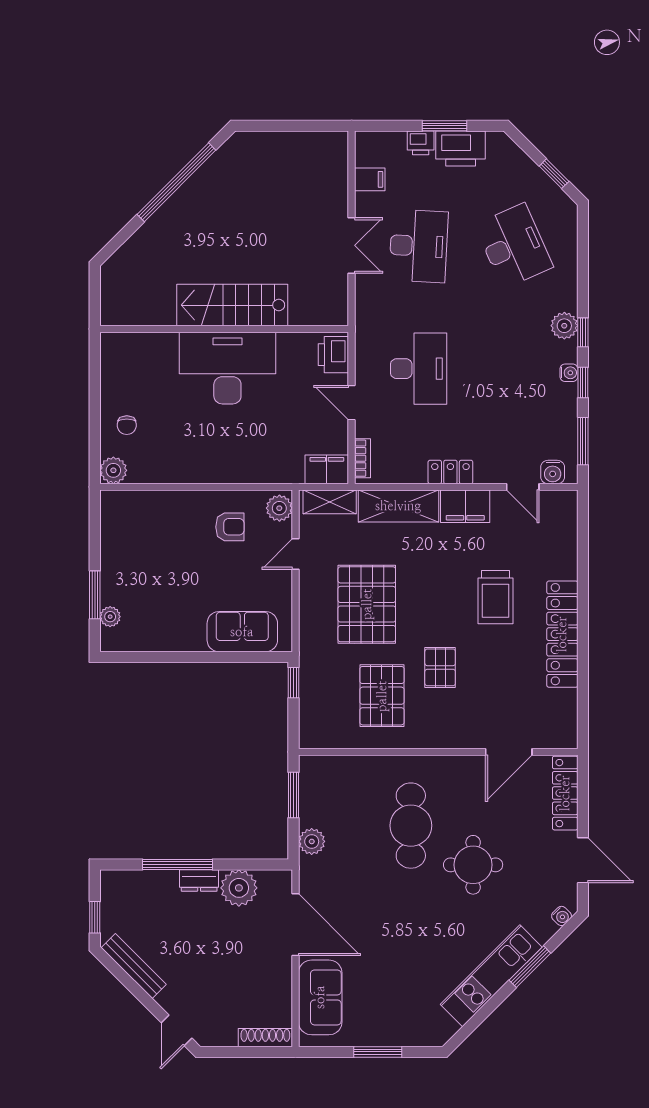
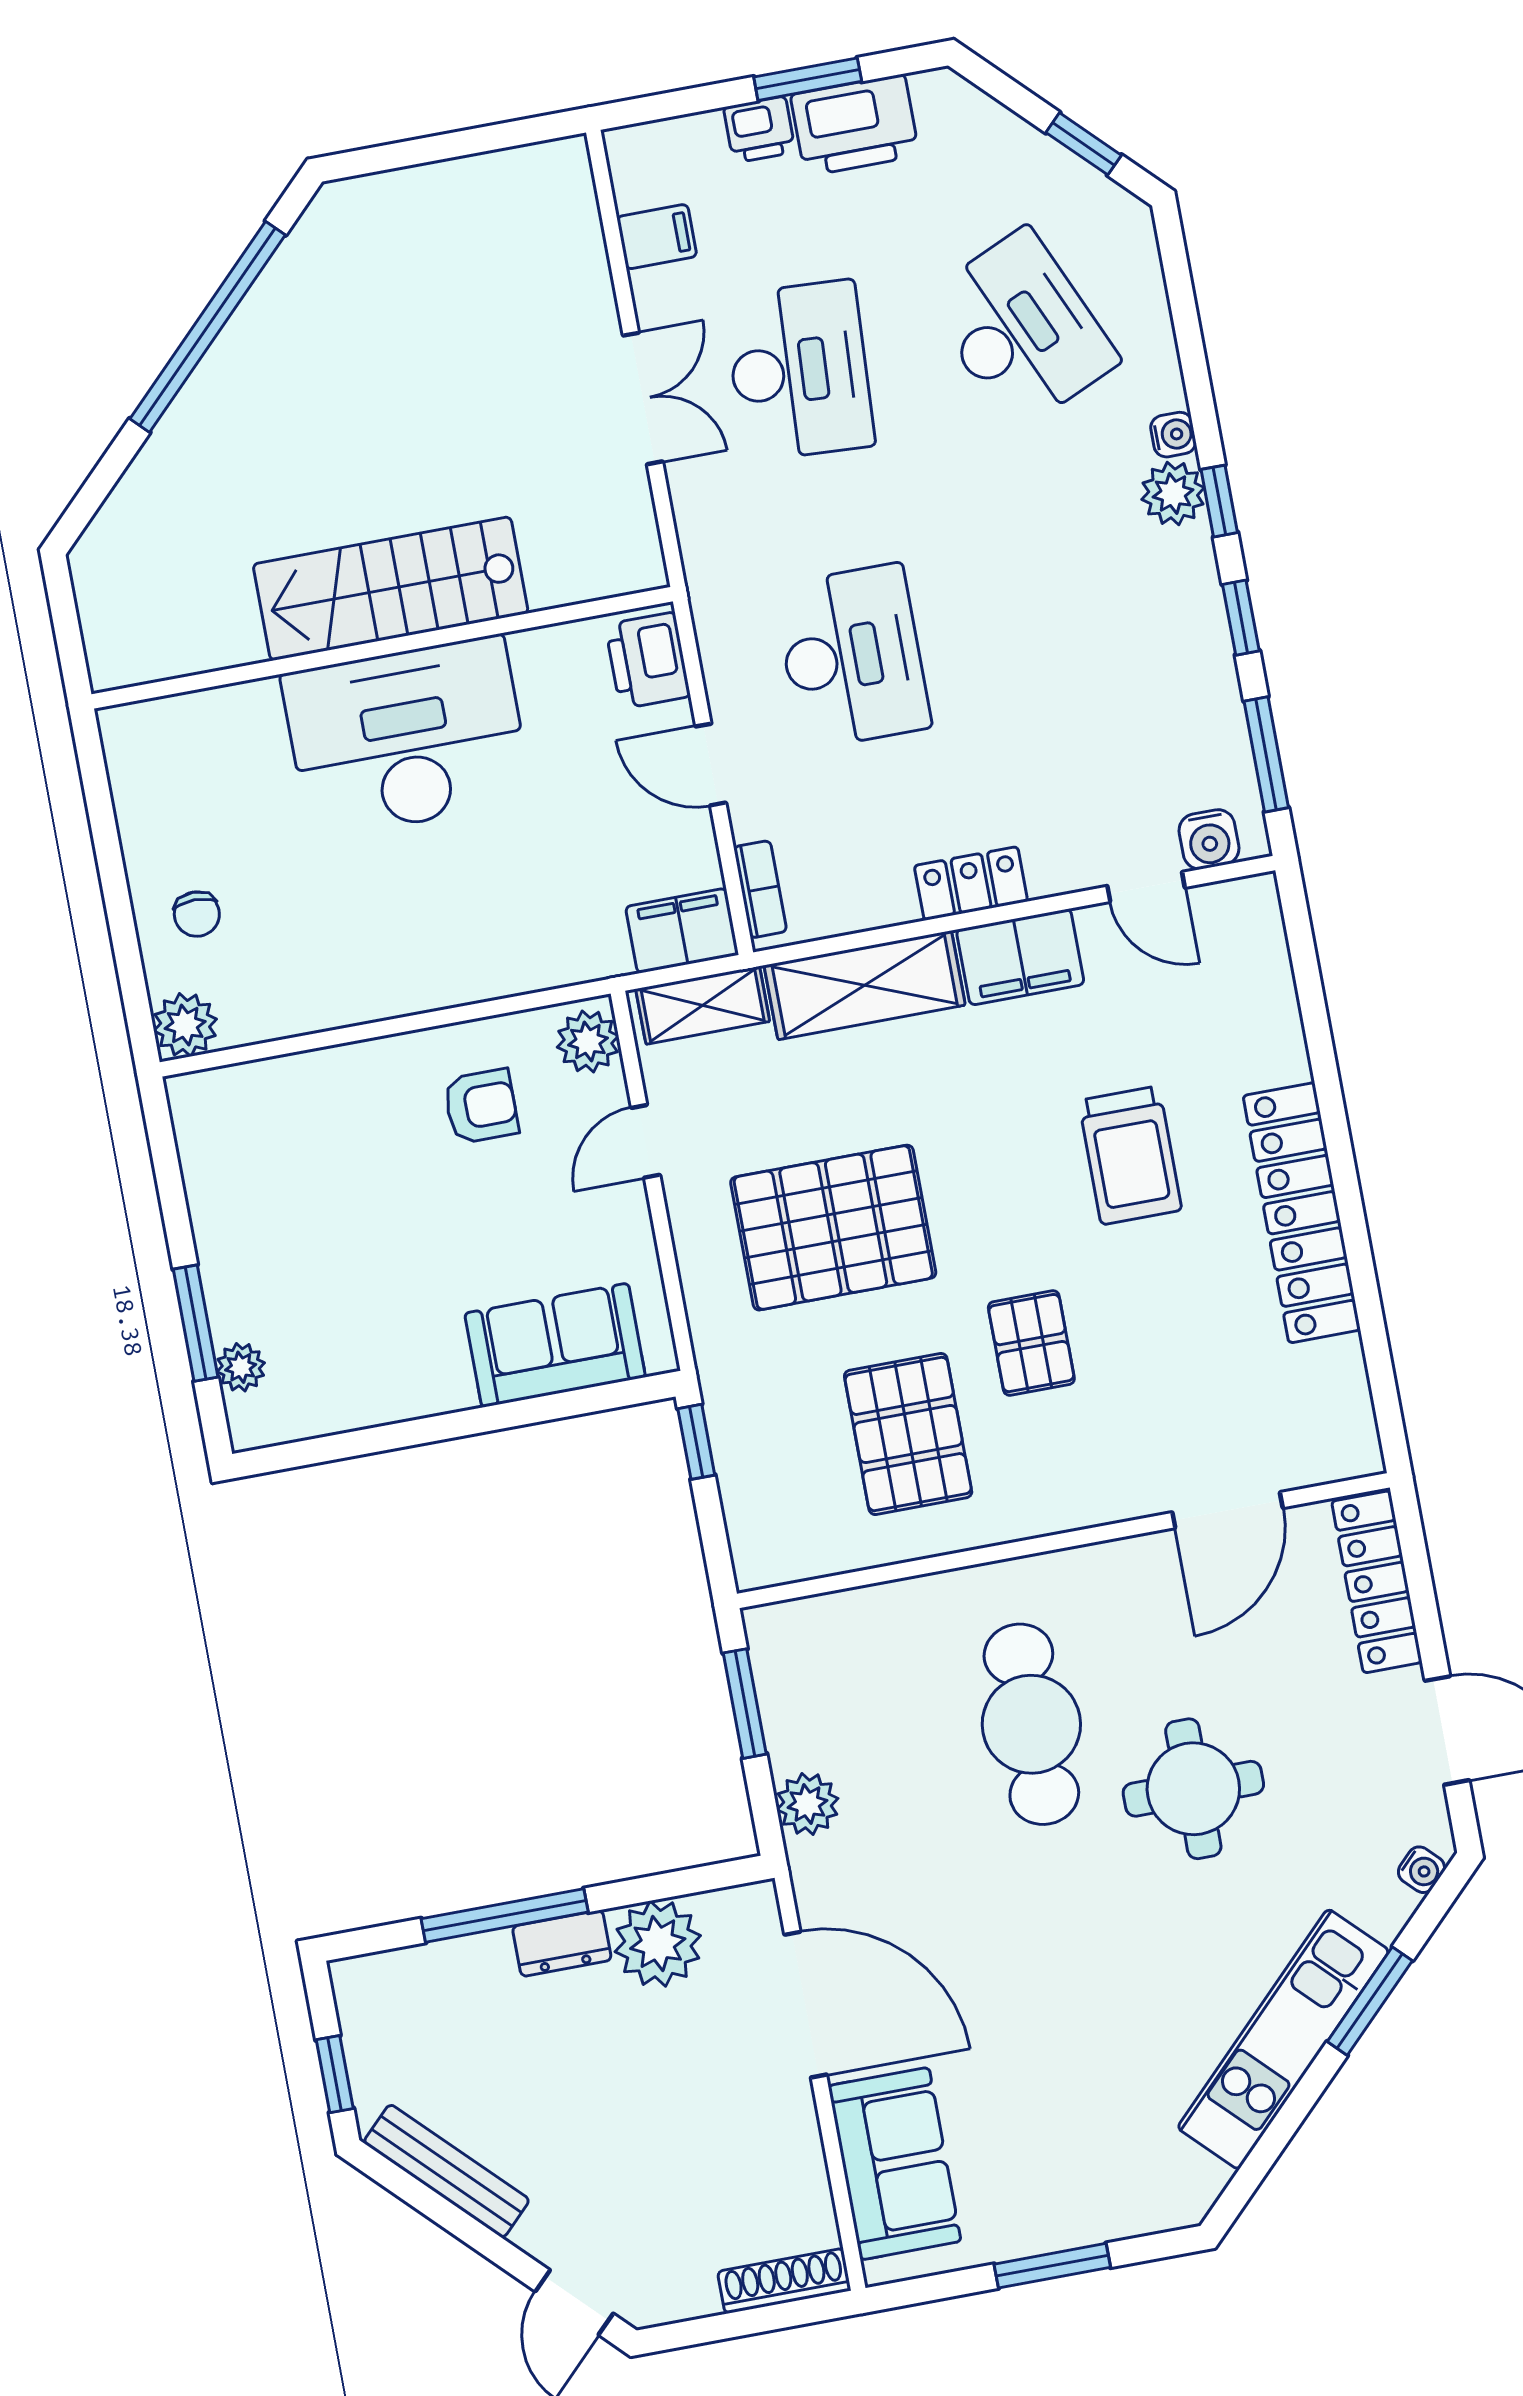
water cooler: (569, 373) -> (1173, 435), moved
pallet: (367, 604) -> (833, 1228), turned 90

